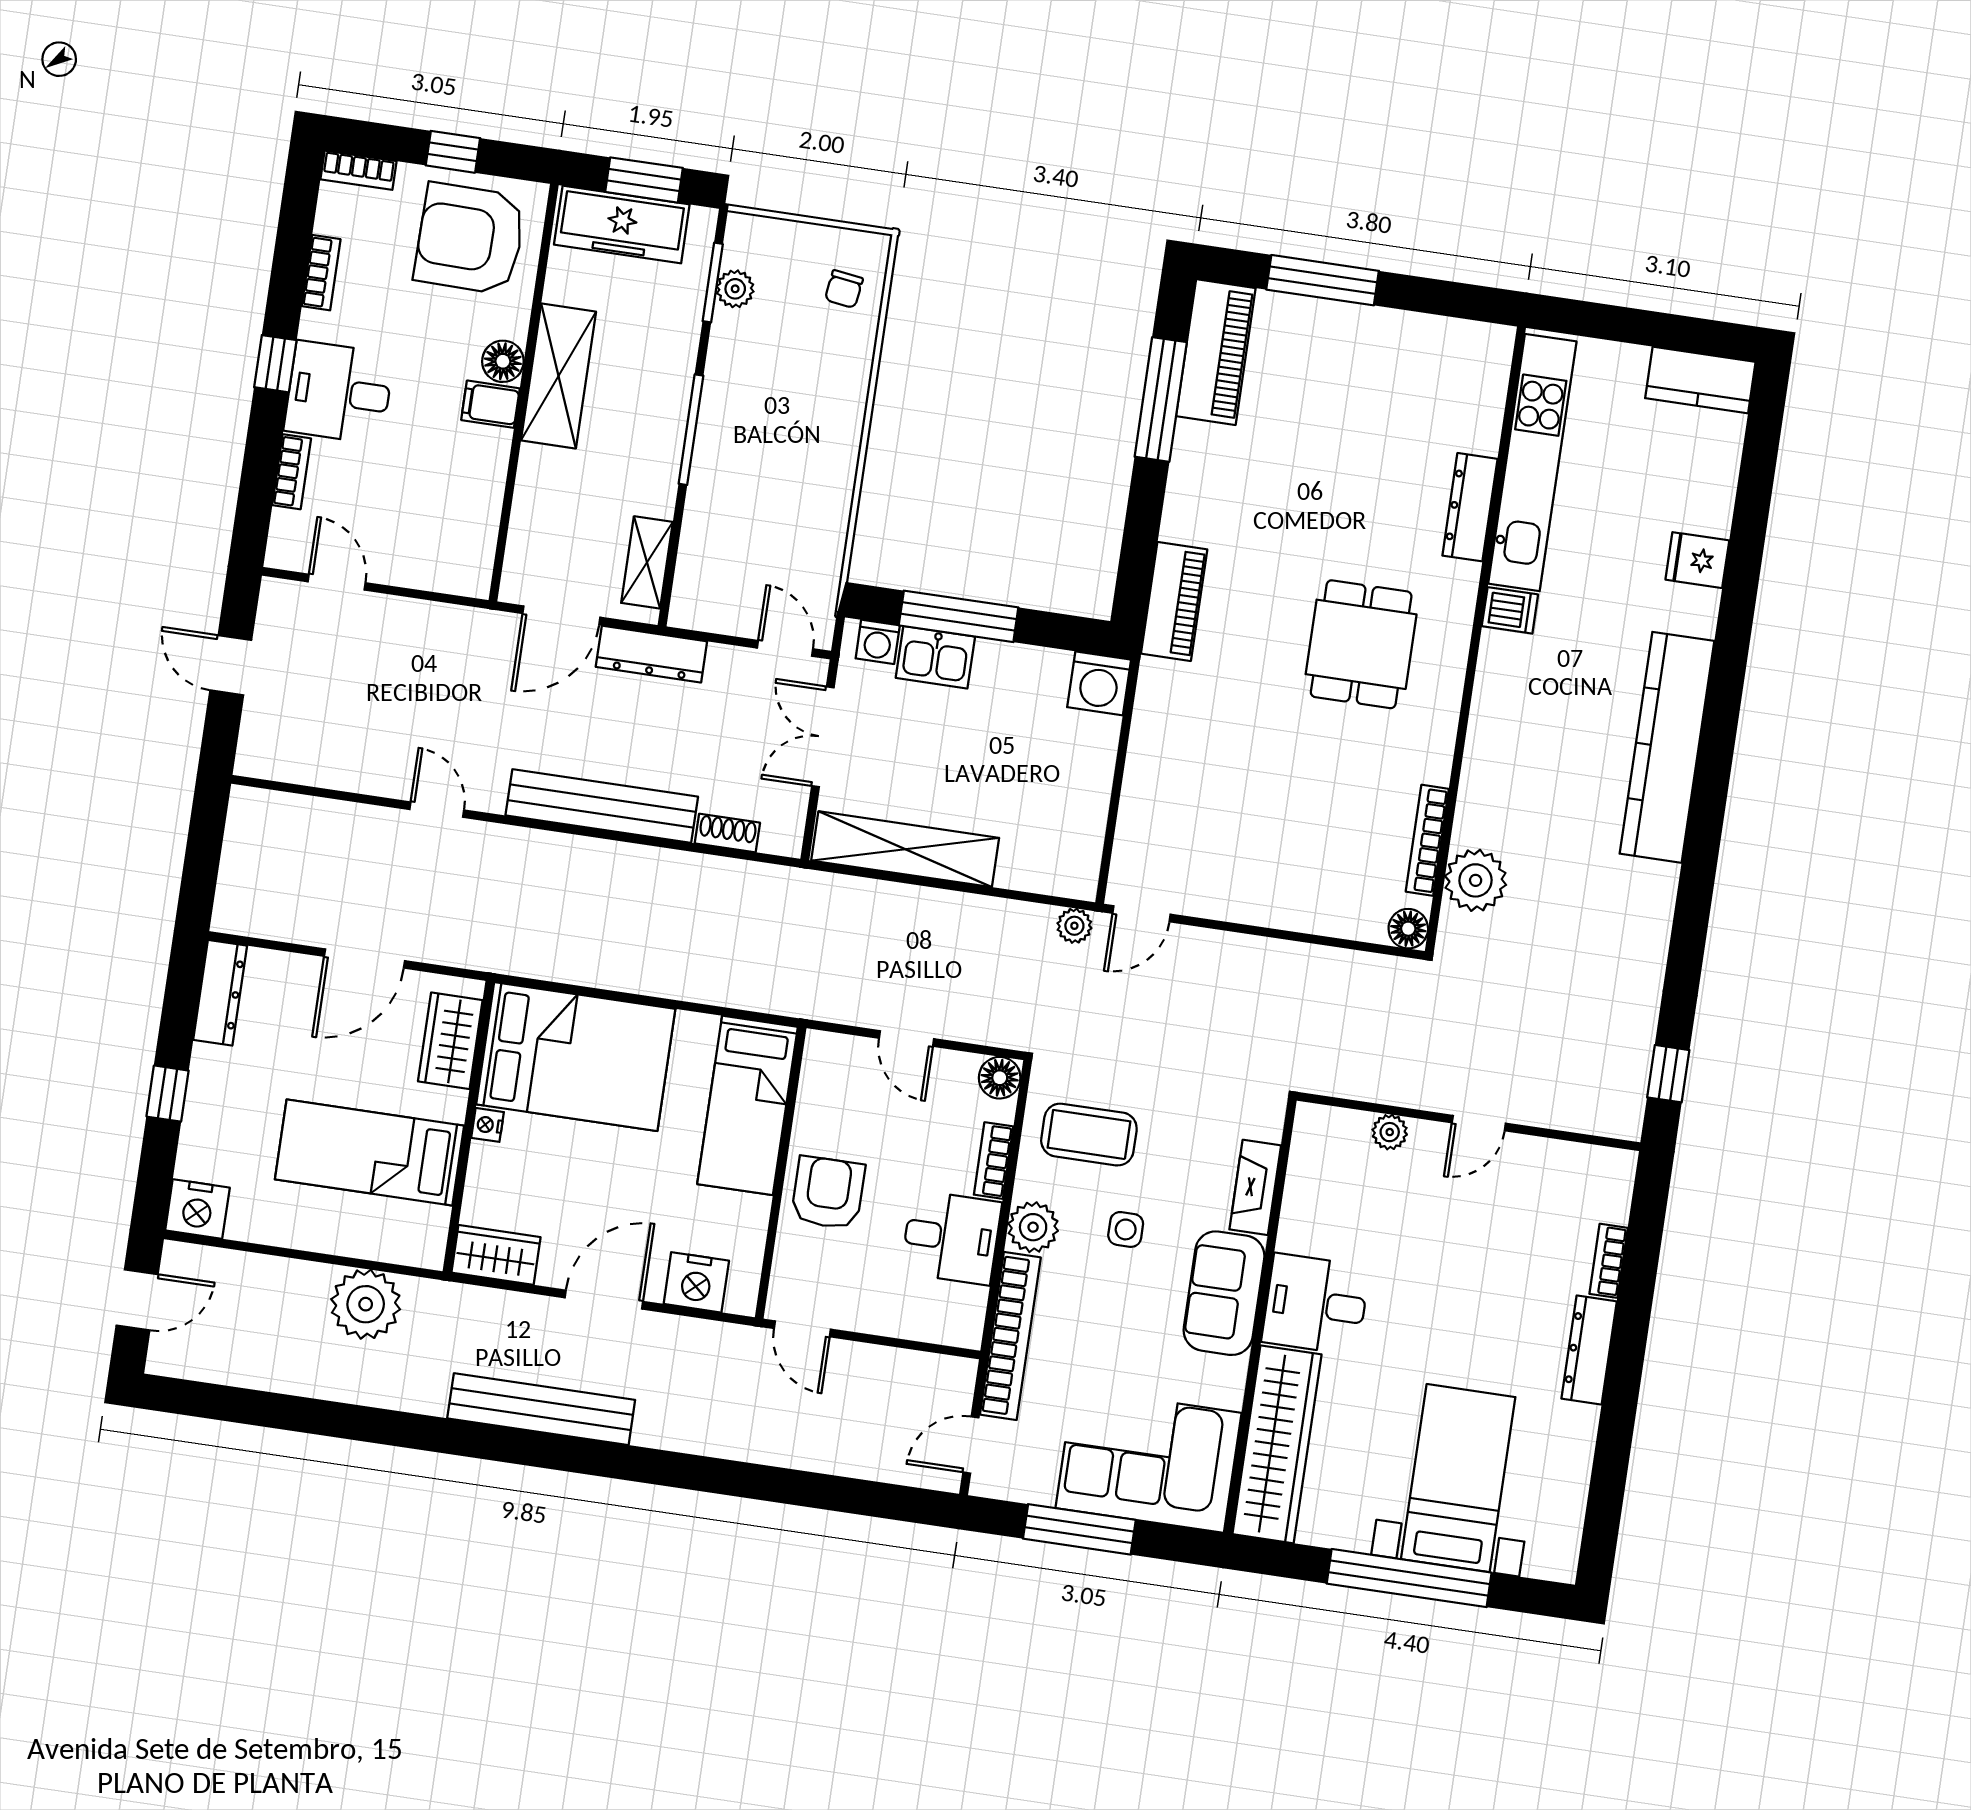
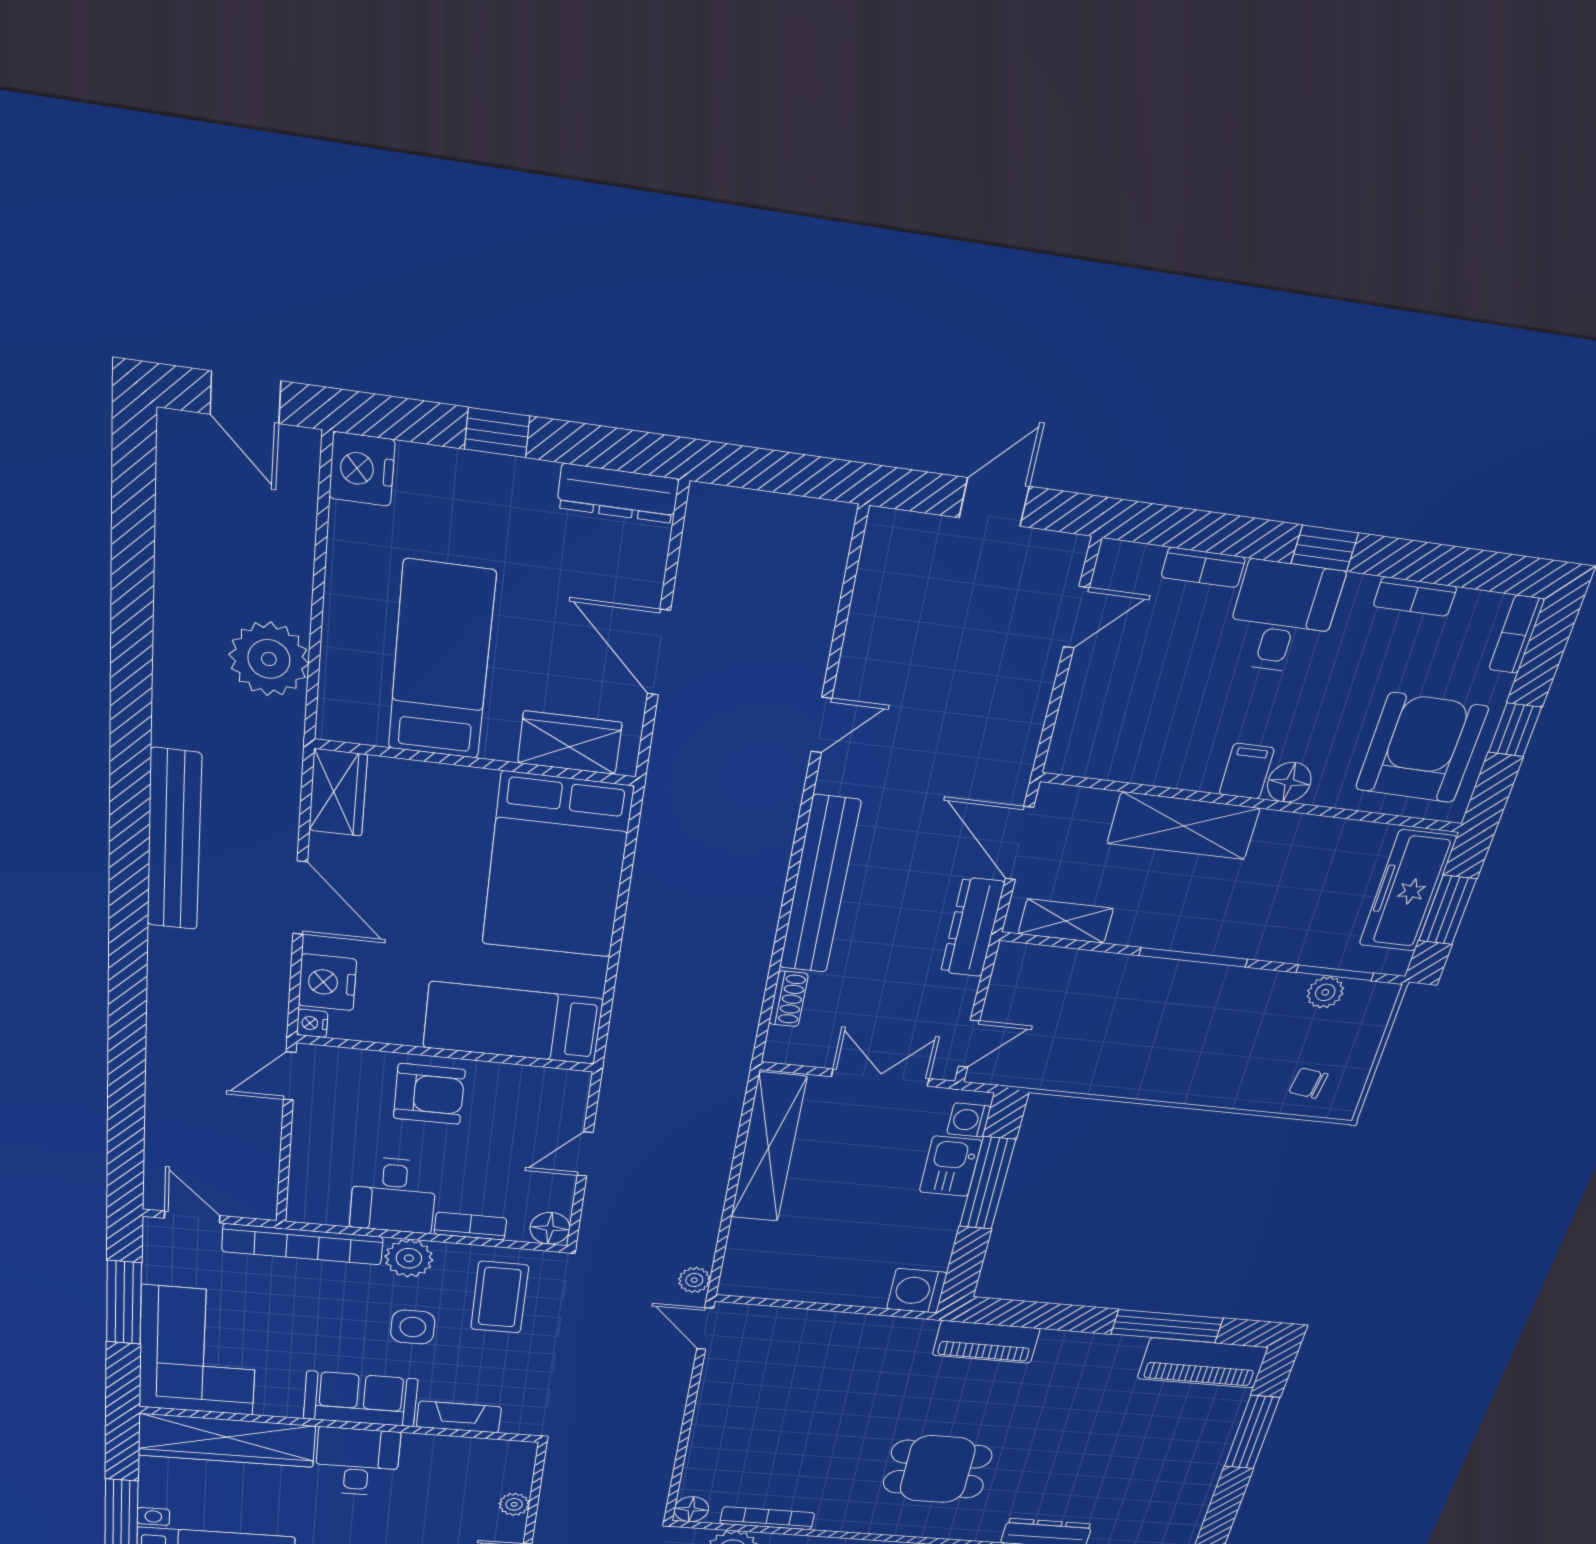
shelving: (559, 376) -> (1183, 826), moved
nightstand: (488, 1125) -> (312, 1023), moved, turned -90
side table: (1126, 1229) -> (413, 1327), width x1.37, depth x1.37

